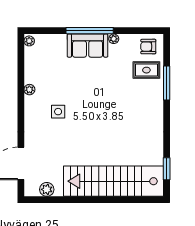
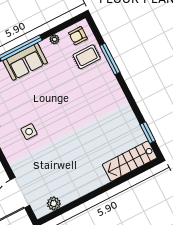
plant: (114, 39) -> (54, 39), moved
stairs: (114, 181) -> (130, 161), width x0.54, depth x0.66

